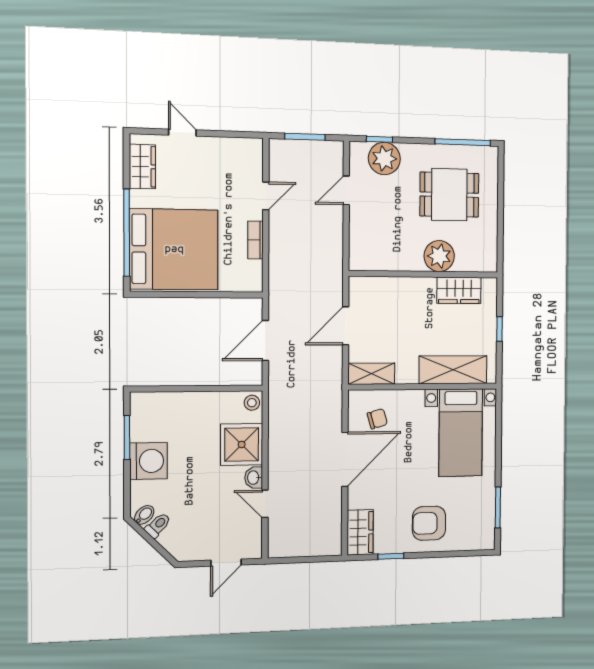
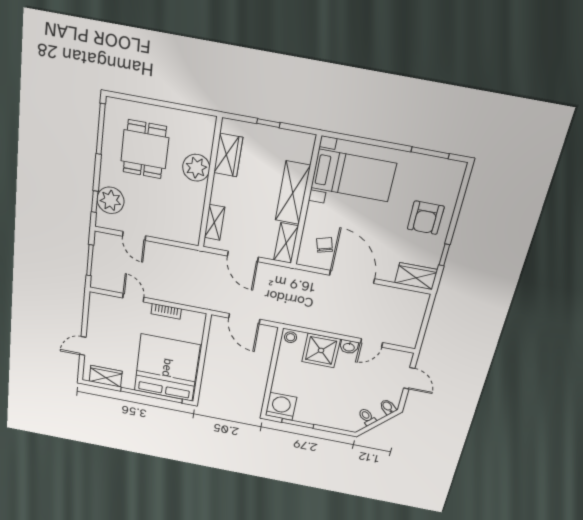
shelving: (381, 286) -> (215, 222), added
shelving: (453, 370) -> (293, 193), moved
washing machine: (148, 461) -> (281, 406), moved
bidet: (144, 515) -> (388, 407), moved

